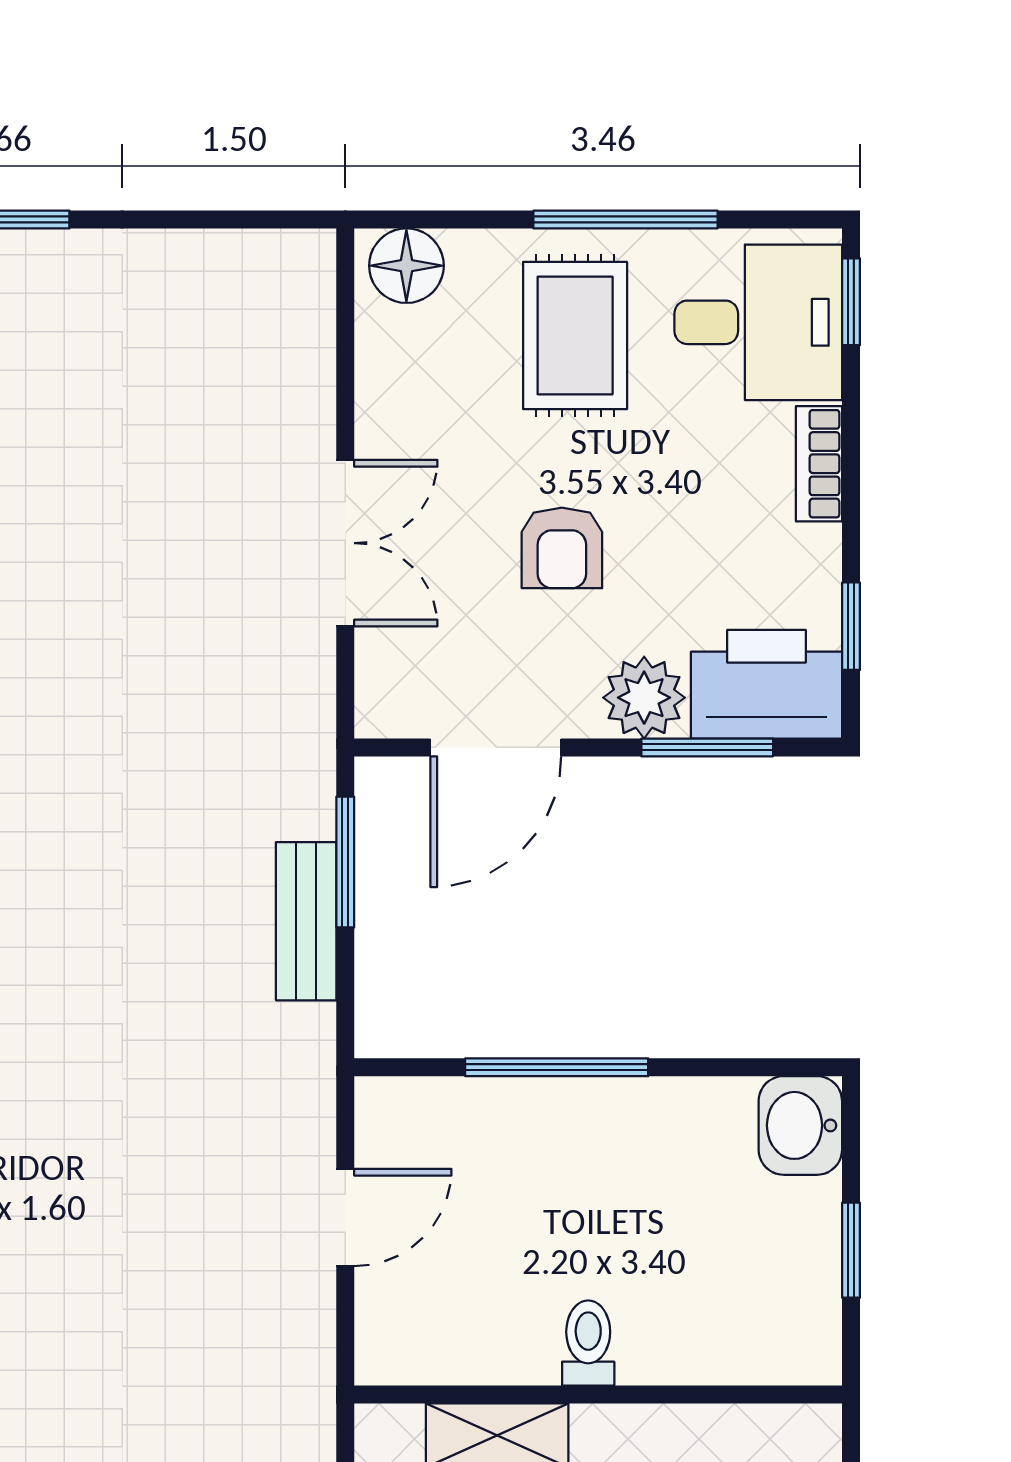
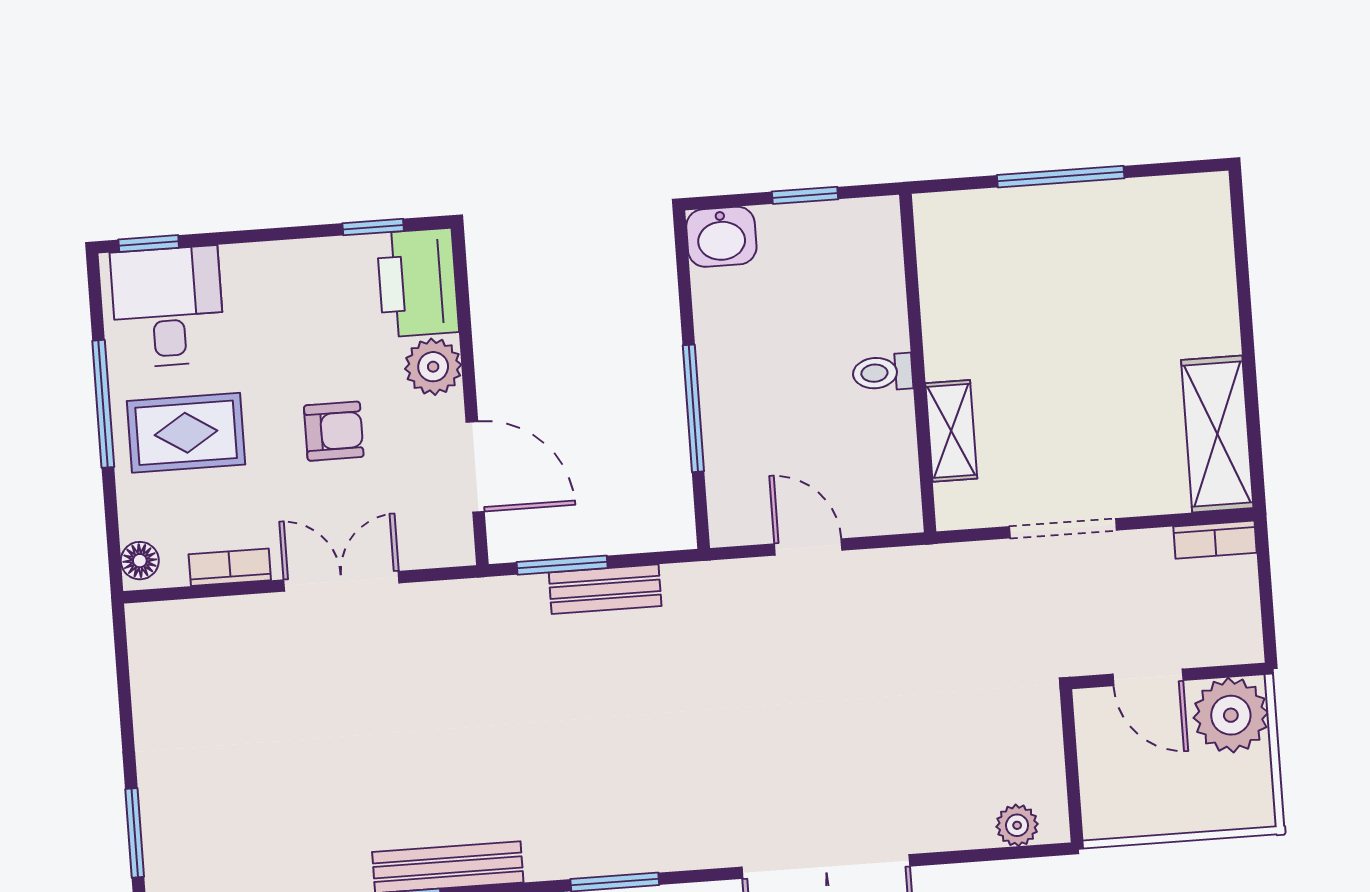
floor lamp: (406, 266) -> (140, 561), width x0.73, depth x0.73
bookcase: (819, 464) -> (230, 567), moved, turned 180
window: (707, 747) -> (464, 320), removed

